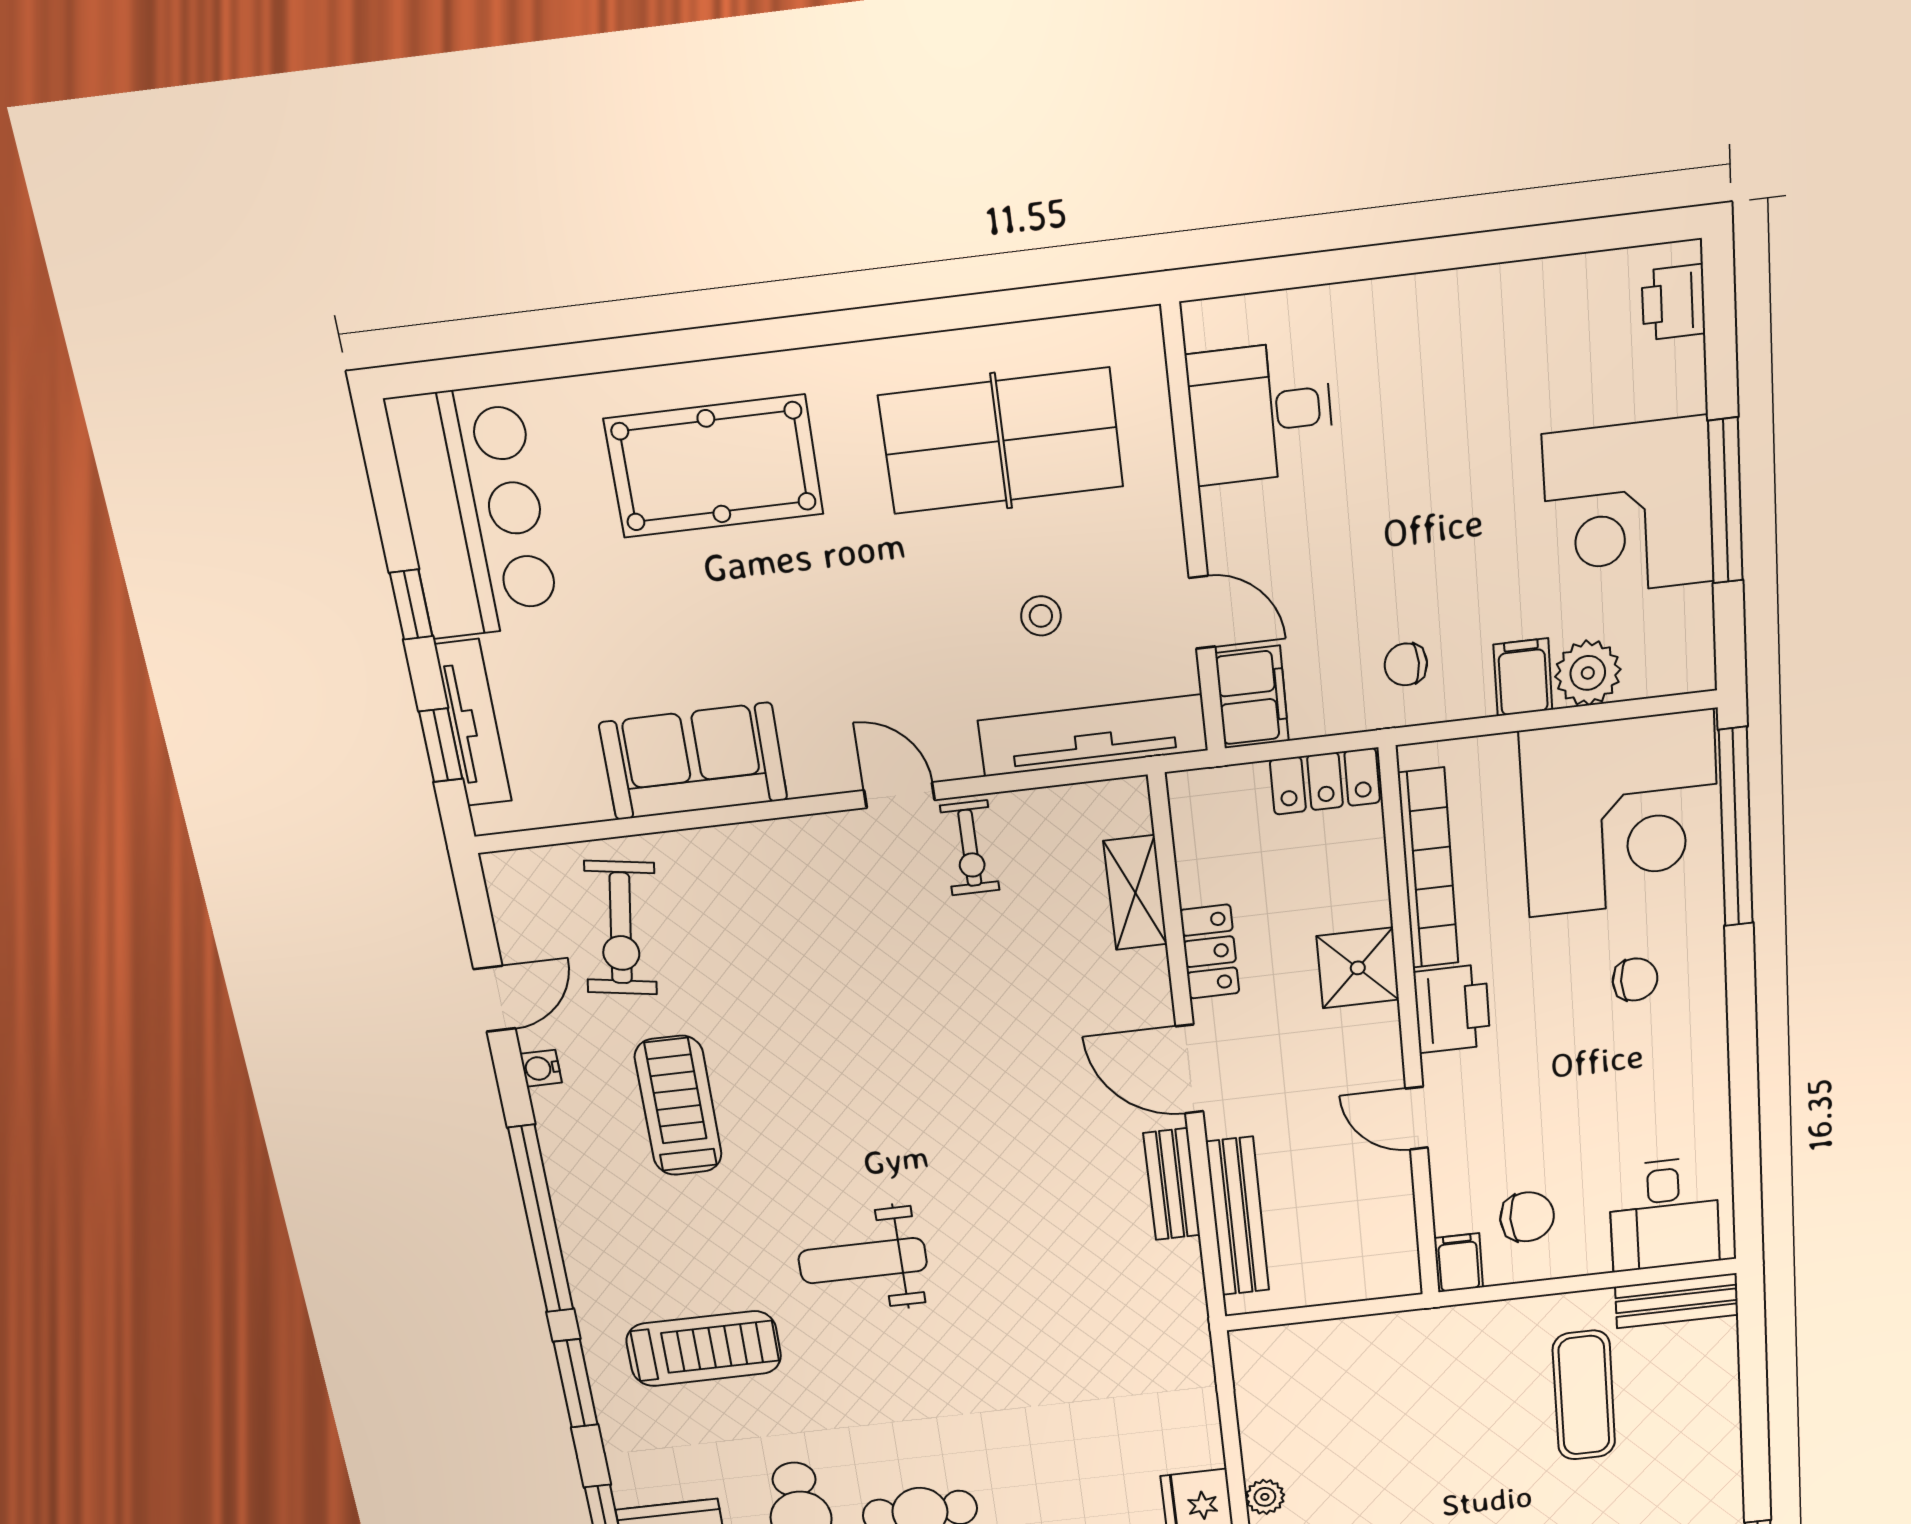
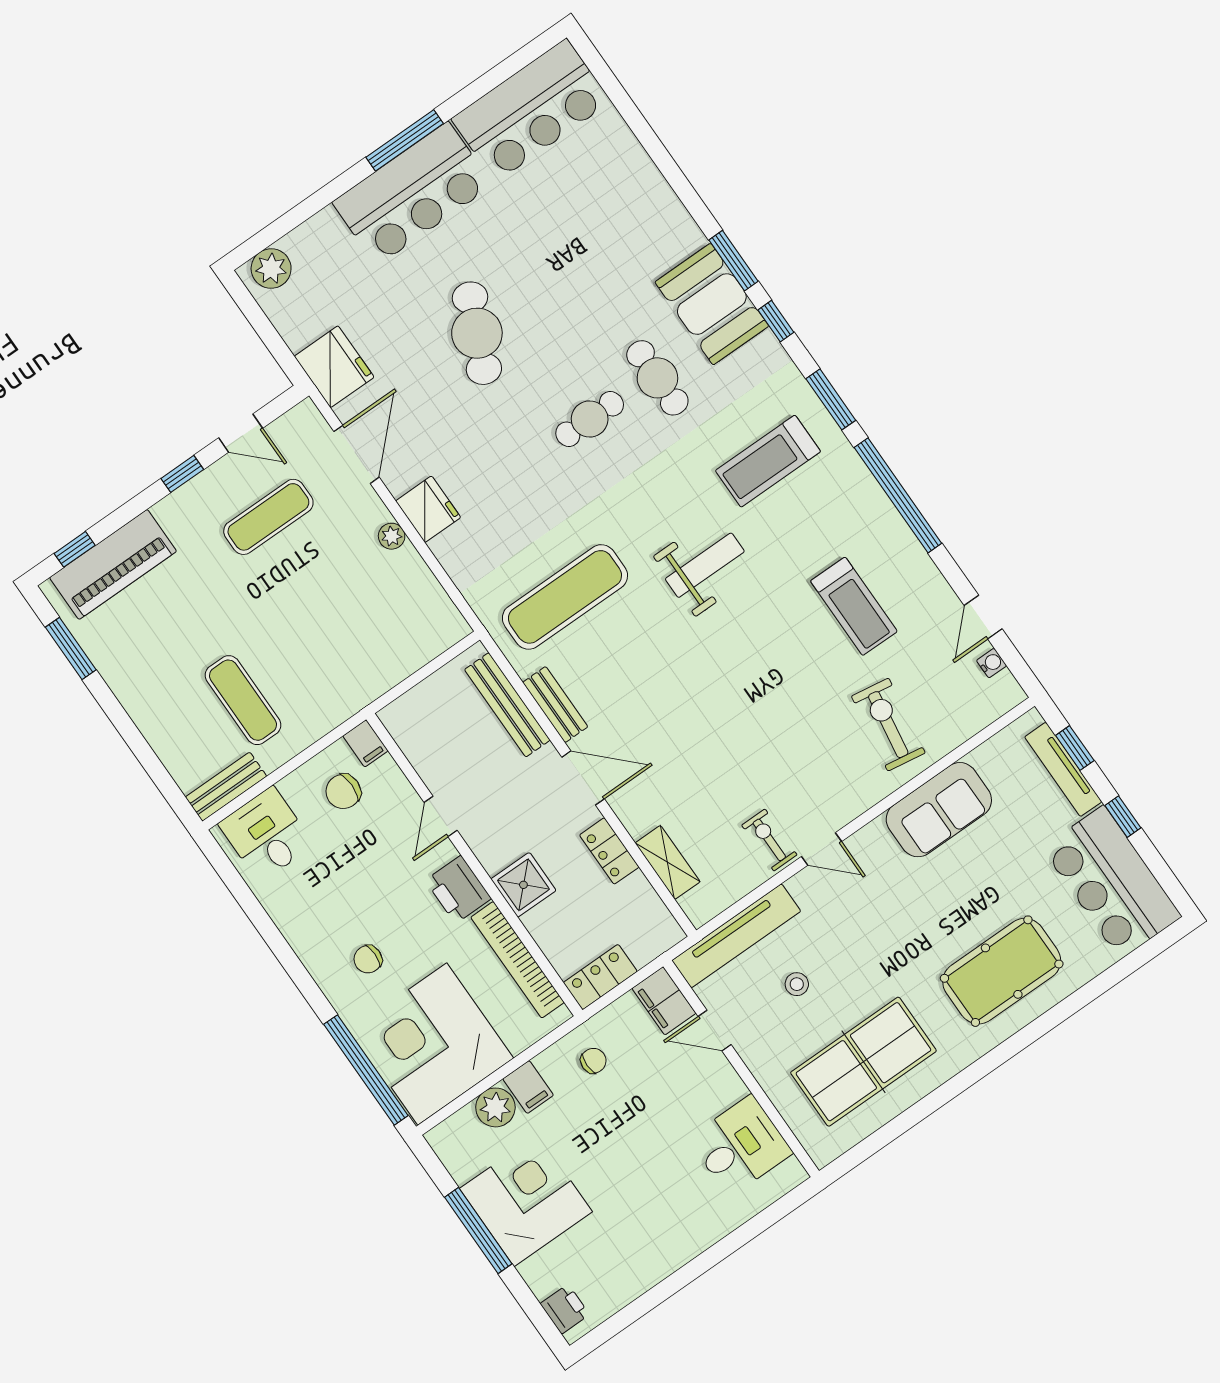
exercise bike: (621, 928) -> (888, 725), moved
water cooler: (541, 1068) -> (992, 663), moved
door: (1417, 1118) -> (441, 816), swing flipped
exercise mat: (1078, 1314) -> (565, 597), added

